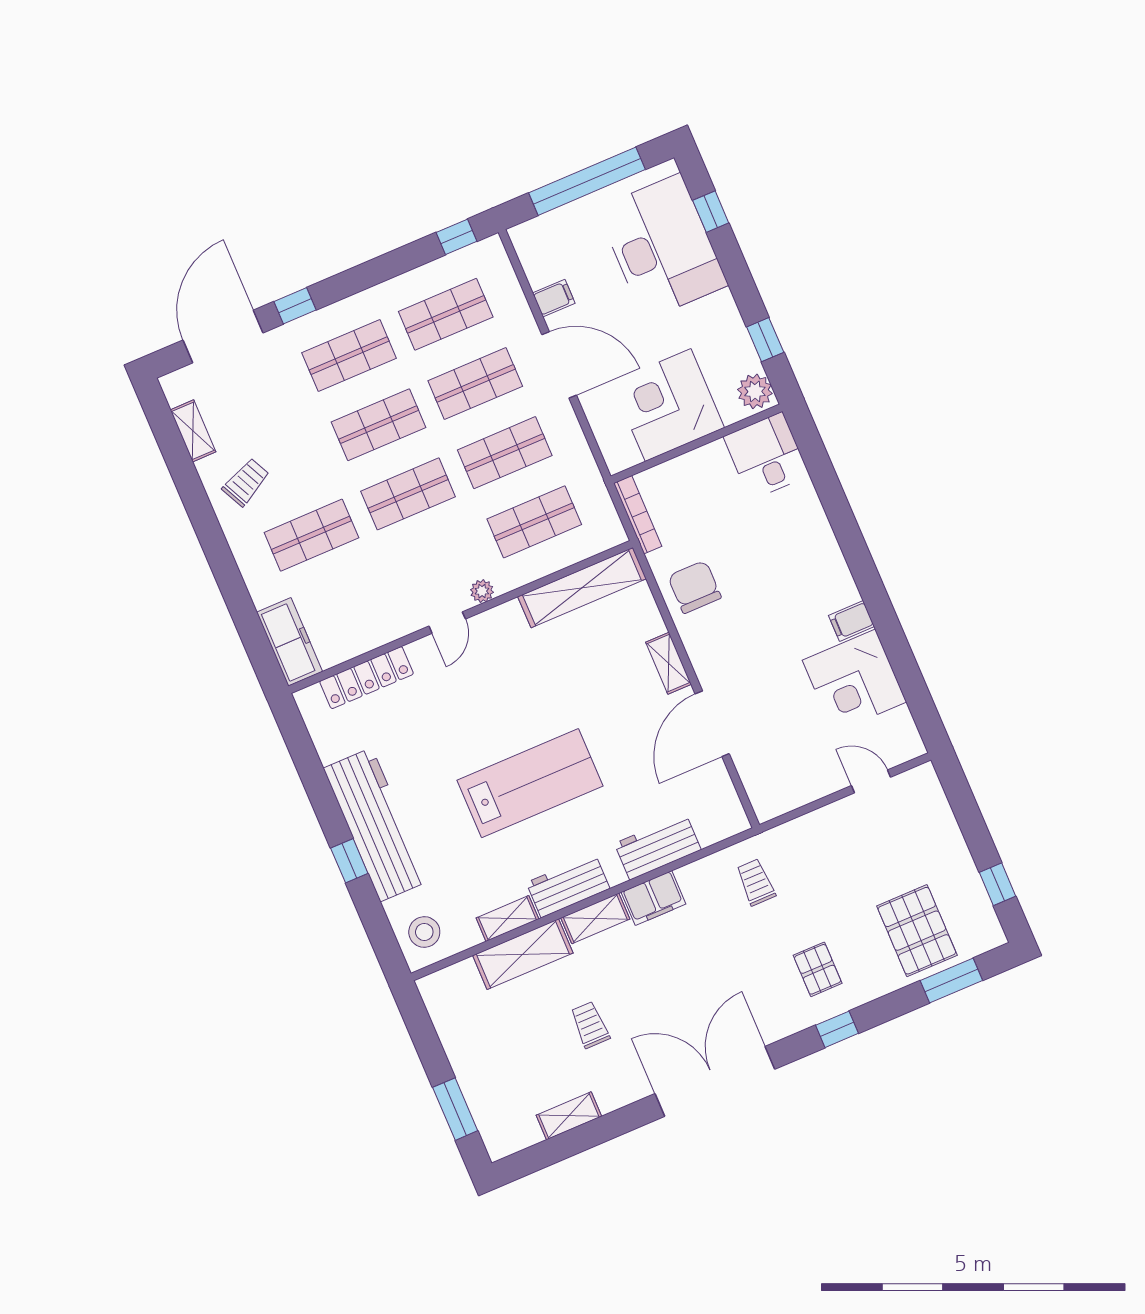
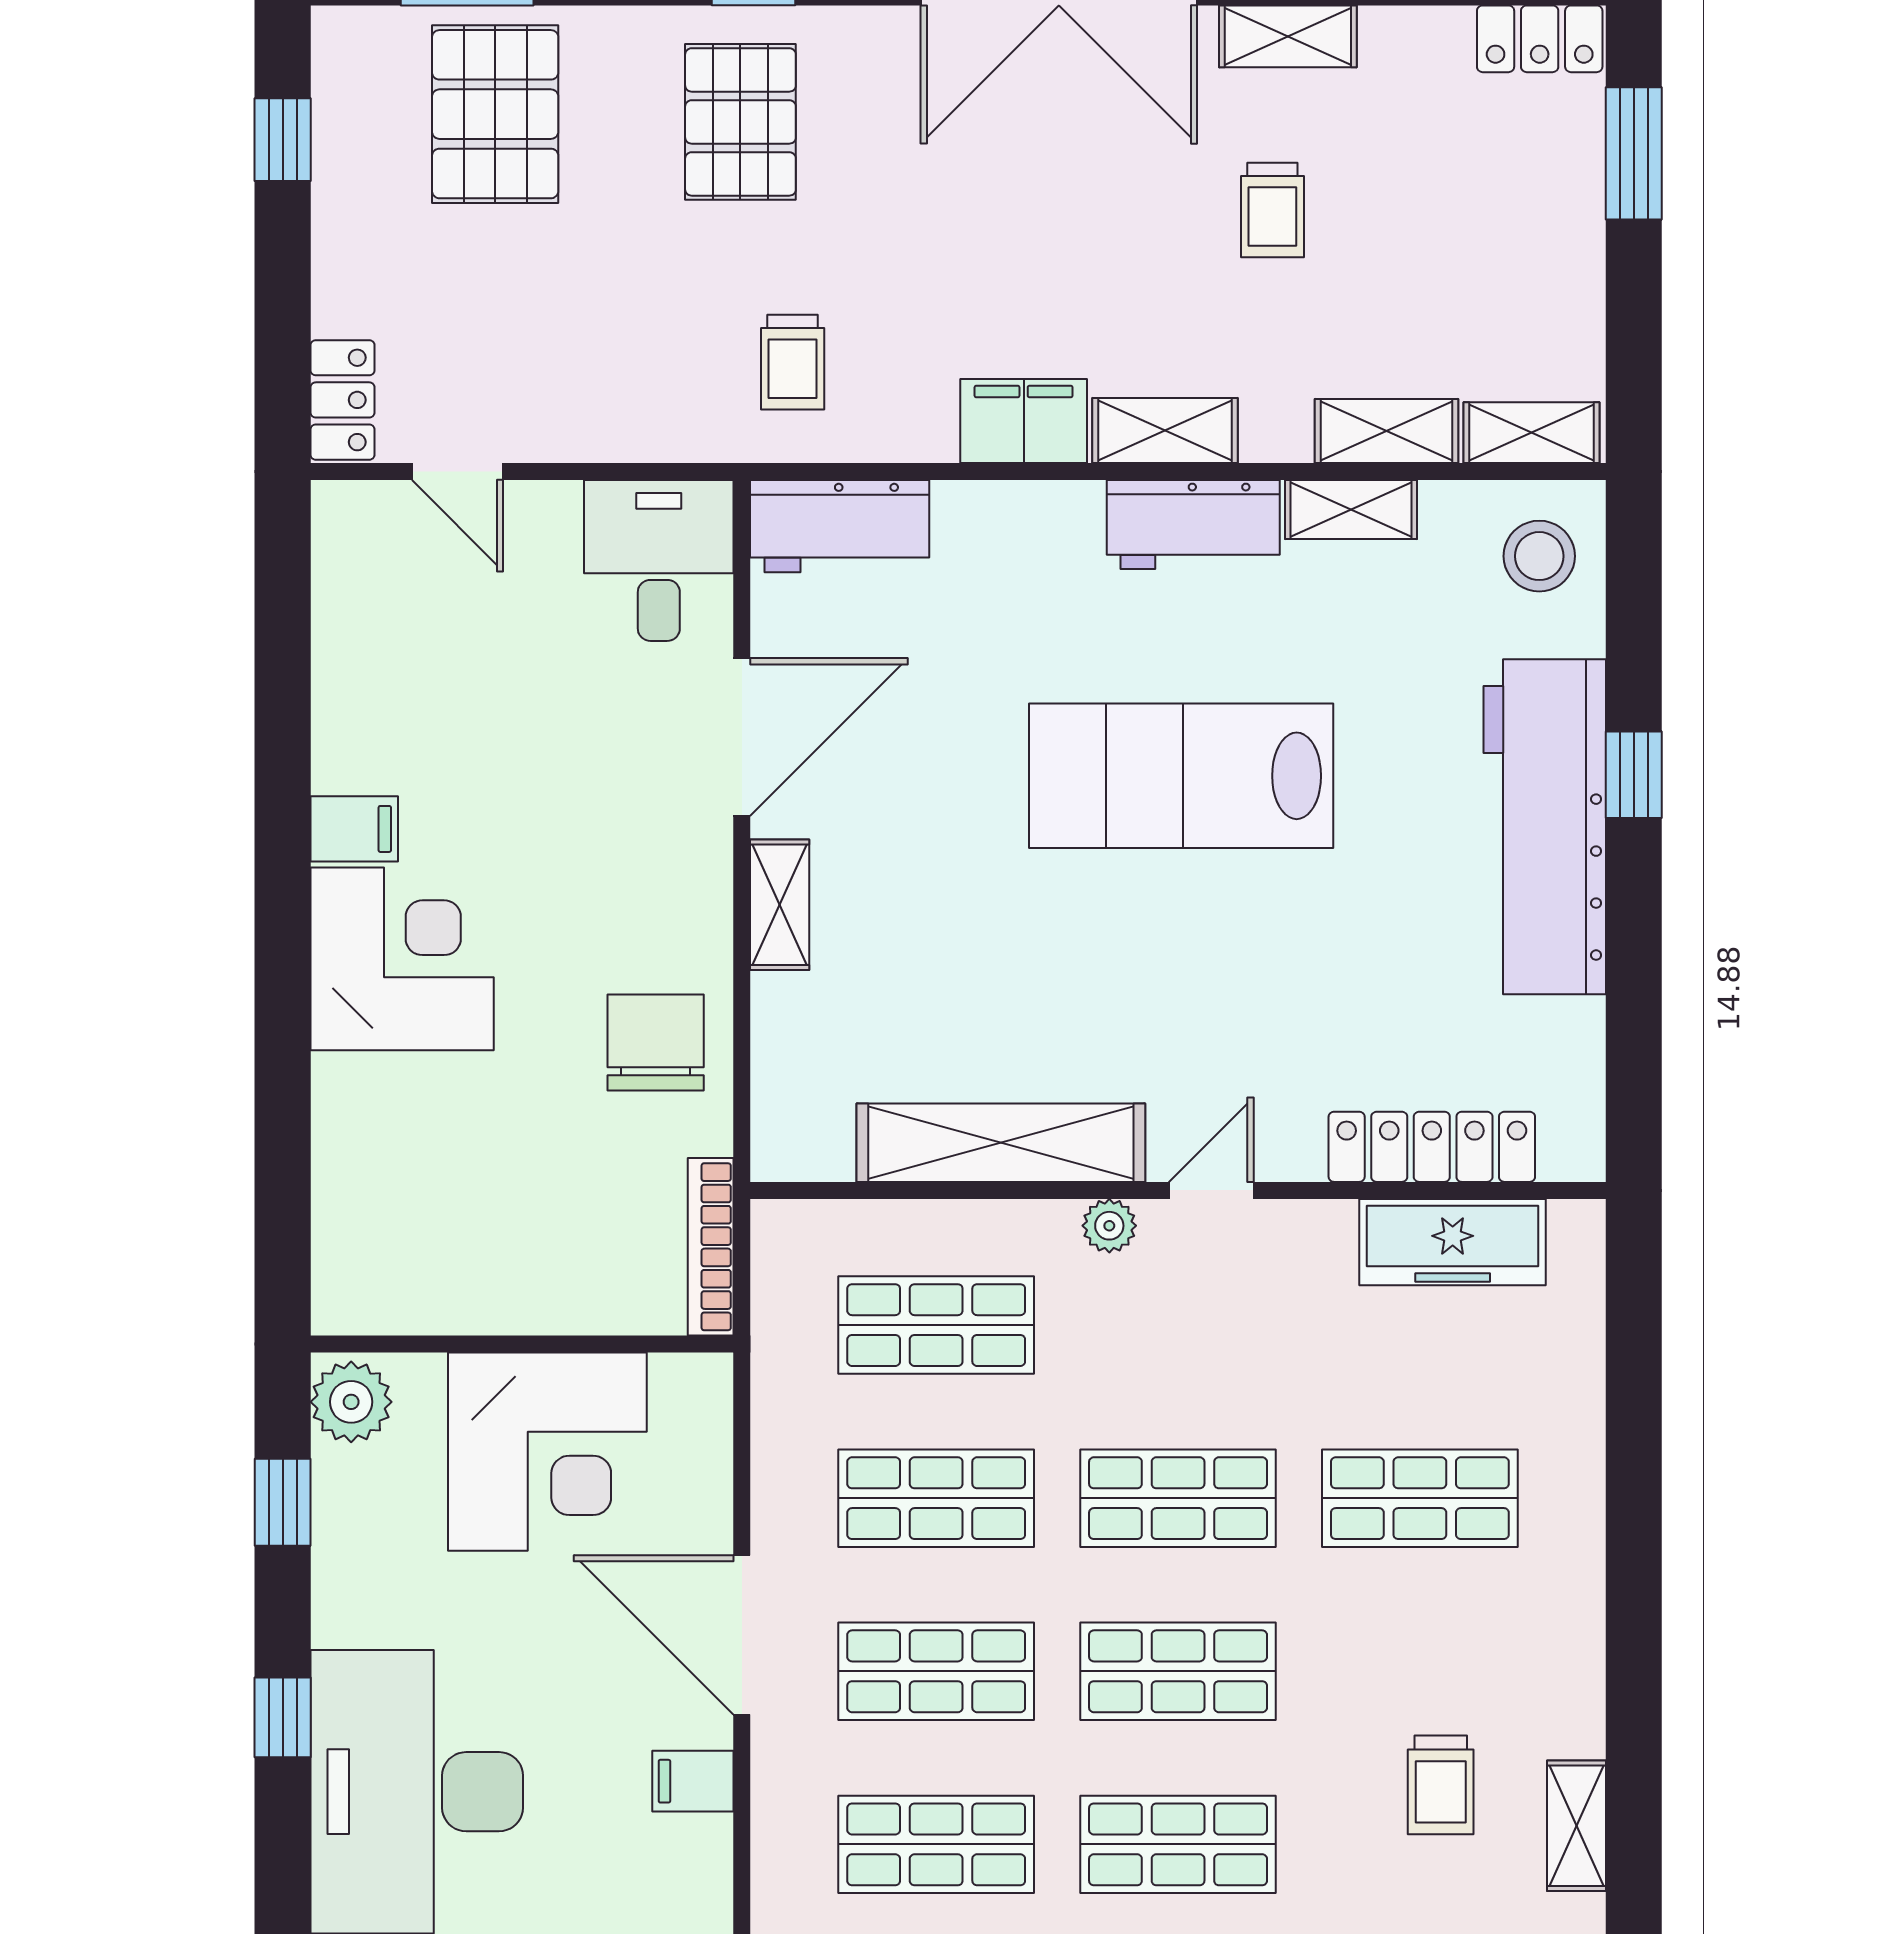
window: (711, 212) -> (283, 1717), moved
desk: (766, 456) -> (659, 560), moved, turned 180
trolley: (246, 482) -> (1441, 1785), moved, turned -64
chair: (695, 587) -> (656, 1042), turned 180
shelving: (582, 588) -> (1001, 1143), moved
freezer: (290, 642) -> (1453, 1242), moved, turned -90
corner desk: (854, 681) -> (402, 959), moved
locker: (929, 790) -> (343, 400), added
workbench: (658, 847) -> (840, 526), moved
shelving: (523, 954) -> (1386, 431), width x0.67, depth x0.75
pallet: (818, 969) -> (740, 122), width x1.50, depth x1.42
shelving: (448, 980) -> (1531, 433), added
shelving: (569, 1116) -> (1288, 36), moved
locker: (512, 1139) -> (1540, 39), added

